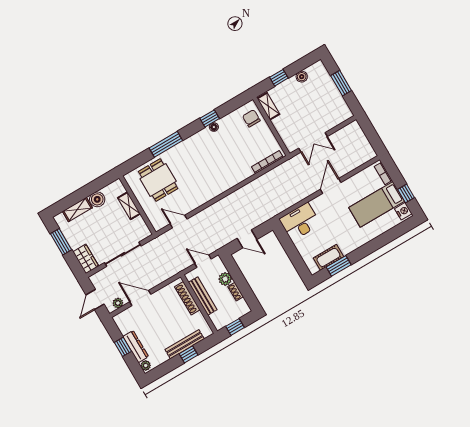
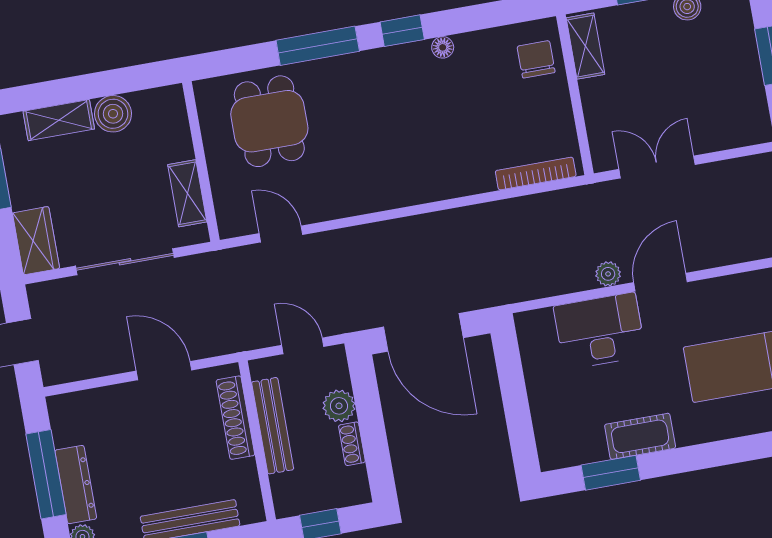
window: (210, 118) -> (402, 31), moved
double door: (313, 142) -> (657, 167), swing flipped
shelving: (129, 206) -> (187, 193), moved
desk: (300, 222) -> (600, 331), moved
door: (247, 239) -> (423, 332), width x1.87
cot: (328, 257) -> (640, 436), moved
door: (140, 298) -> (164, 371), moved
plant: (118, 303) -> (608, 274), moved
window: (123, 347) -> (46, 474), width x2.17

